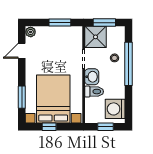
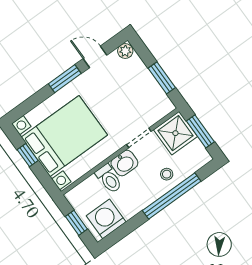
window: (22, 97) -> (65, 79), moved

